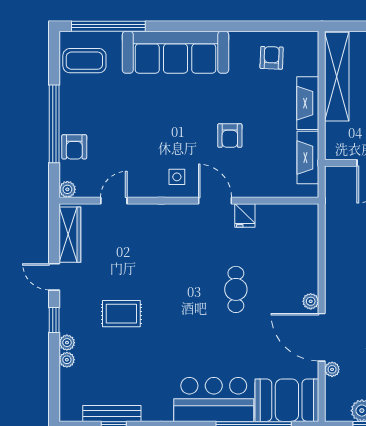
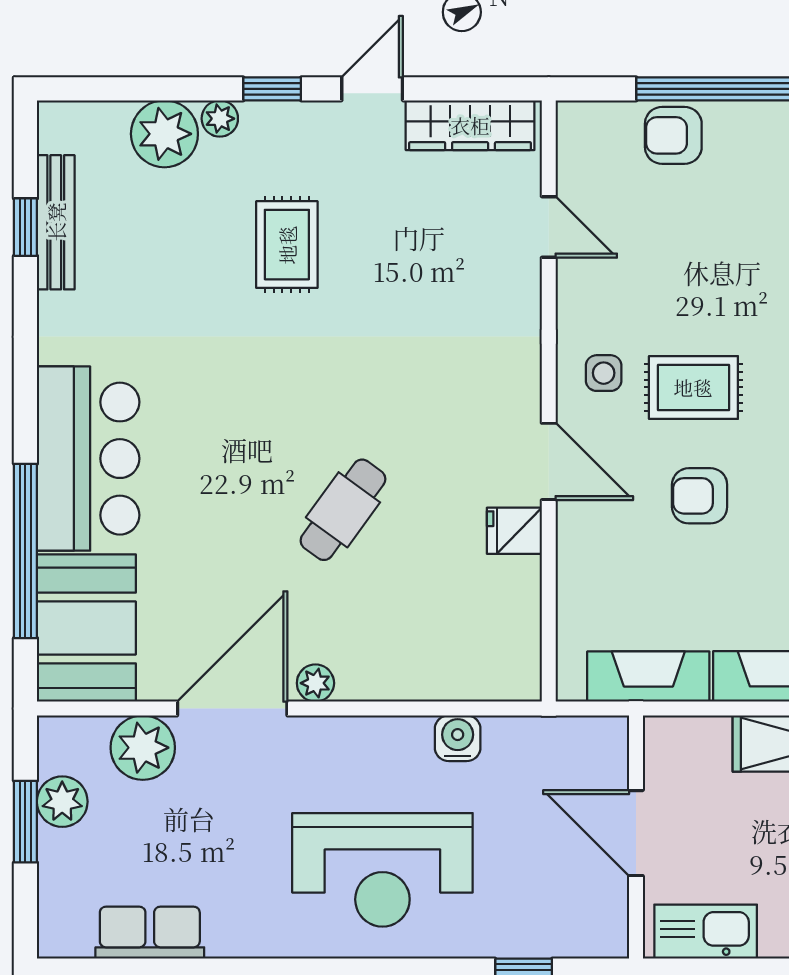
rug: (183, 138) -> (693, 387), added
plant: (67, 189) -> (575, 119), removed
door: (215, 201) -> (549, 461), hinge flipped
water cooler: (334, 240) -> (458, 738), added
cafe table: (236, 289) -> (343, 510), turned -54
plant: (67, 360) -> (164, 134), width x1.87, depth x1.87
plant: (332, 369) -> (143, 748), width x1.88, depth x1.88

